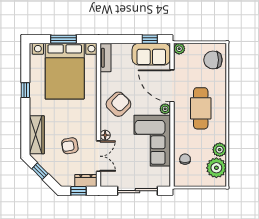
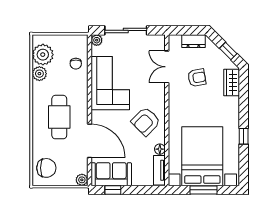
plant: (165, 109) -> (97, 40), moved
wardrobe: (37, 135) -> (232, 83), width x0.67
floor lamp: (105, 135) -> (160, 149), moved
dresser: (86, 181) -> (193, 41), moved
window: (79, 191) -> (188, 30), removed

